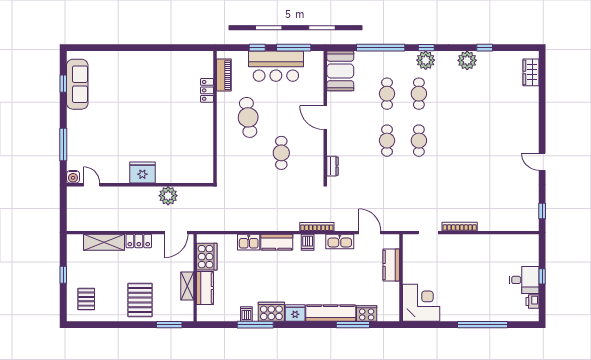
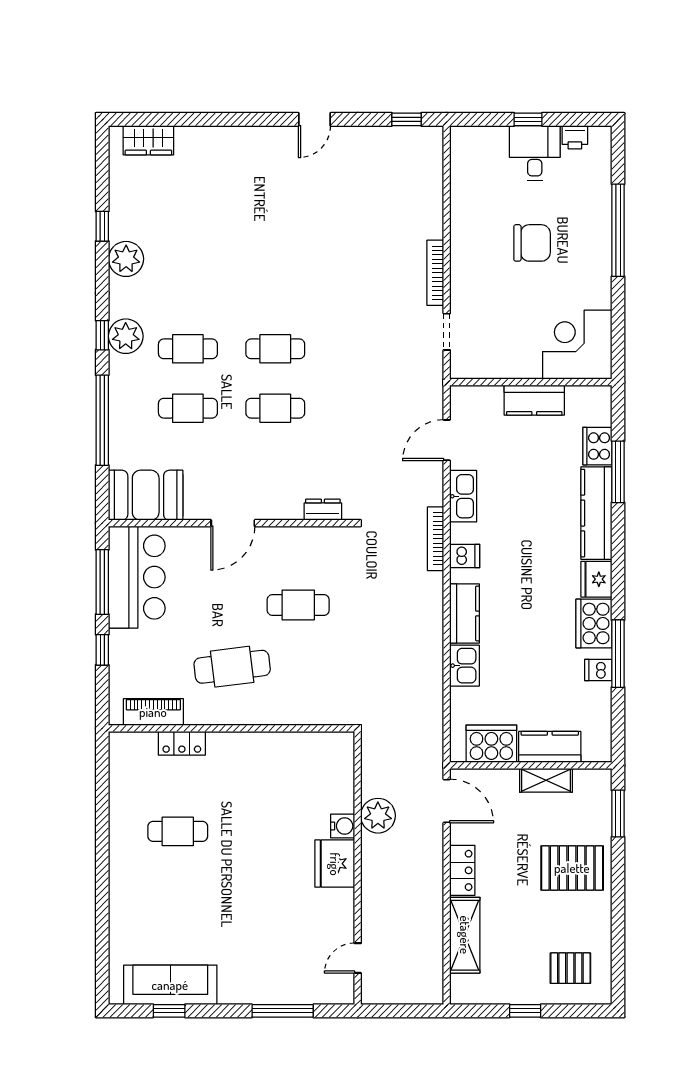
bar counter: (276, 66) -> (137, 577), moved
cafe table: (160, 88) -> (178, 831), added
water cooler: (73, 177) -> (343, 826), moved
kitchen counter: (391, 265) -> (534, 400), moved
chair: (476, 278) -> (532, 243), added

